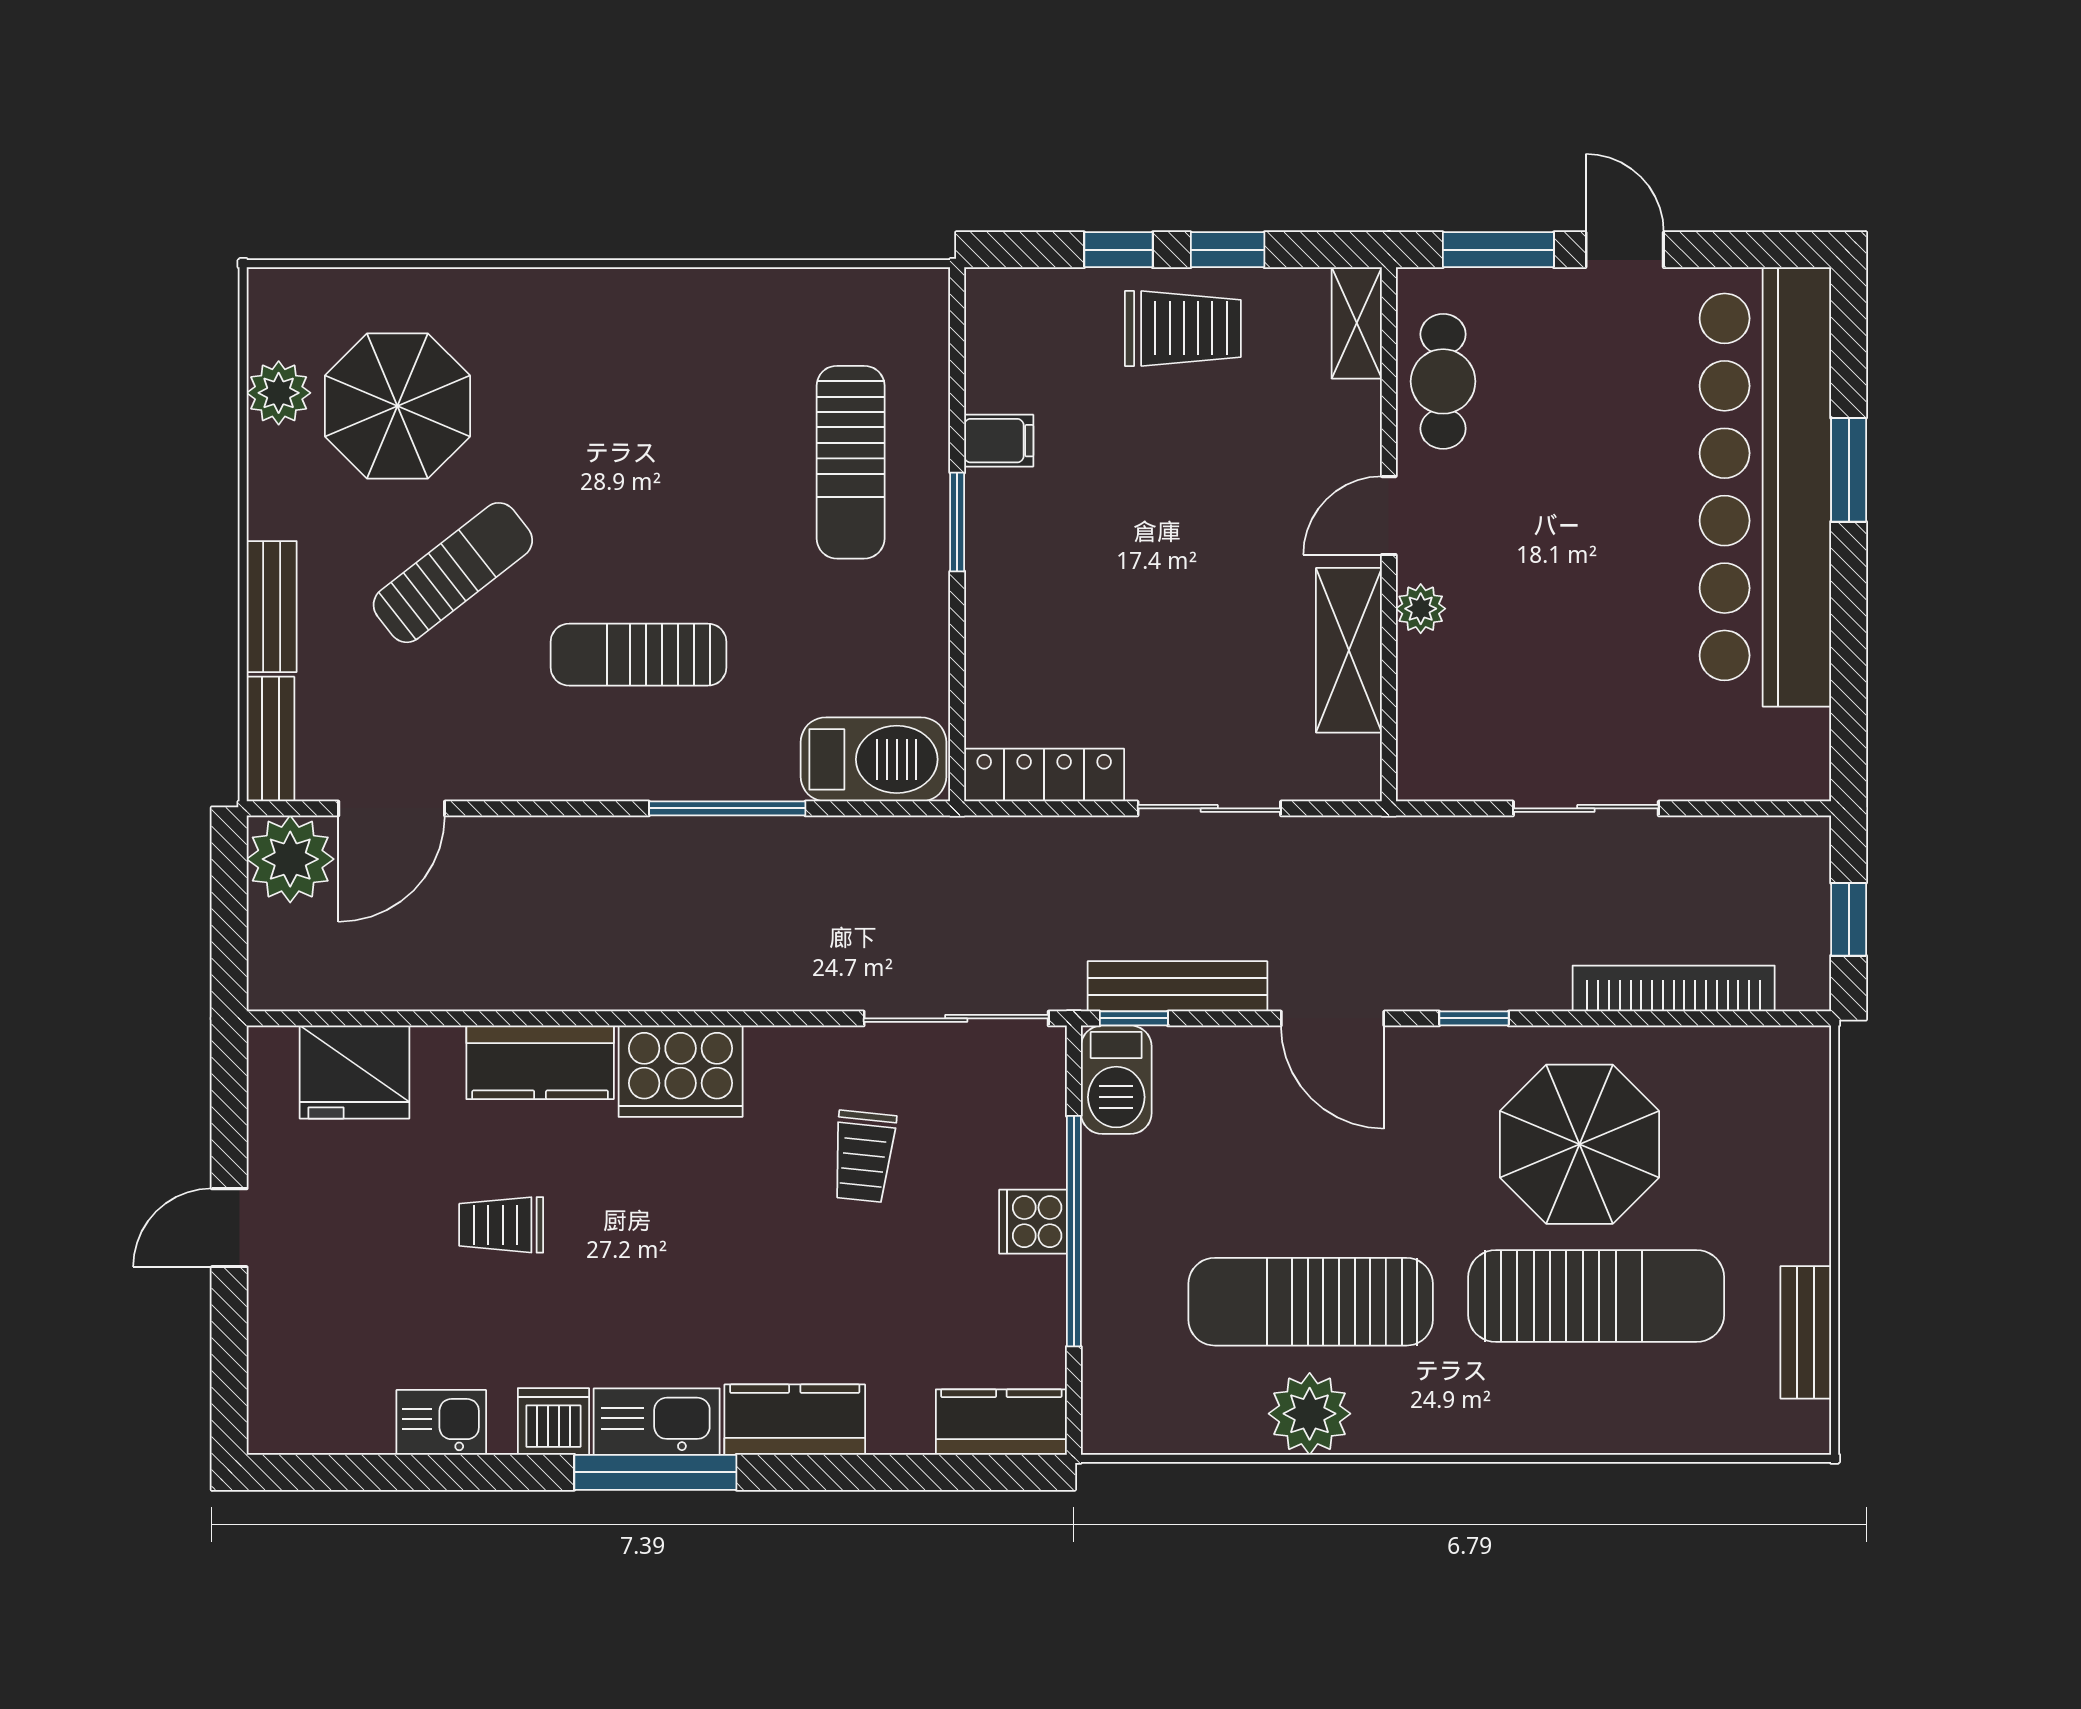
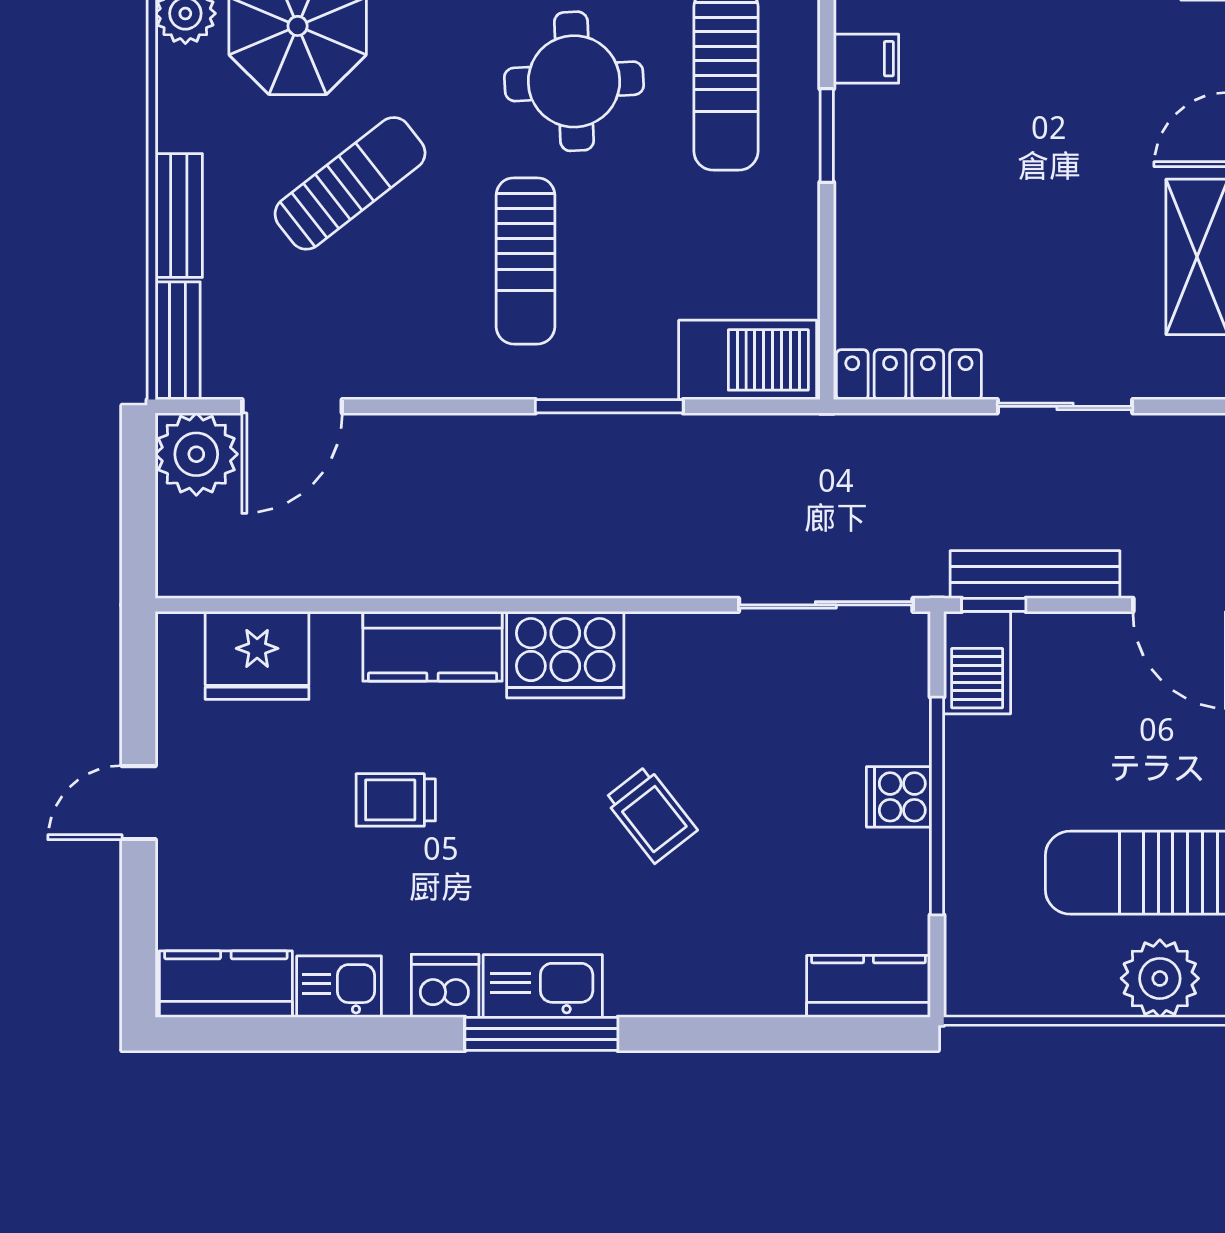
round table: (690, 465) -> (574, 81), added
sun lounger: (638, 655) -> (525, 261), turned -90
trolley: (864, 1156) -> (651, 814), moved, turned -44
kitchen counter: (795, 1420) -> (226, 984), moved

